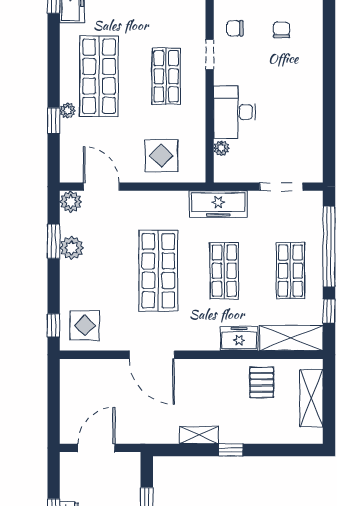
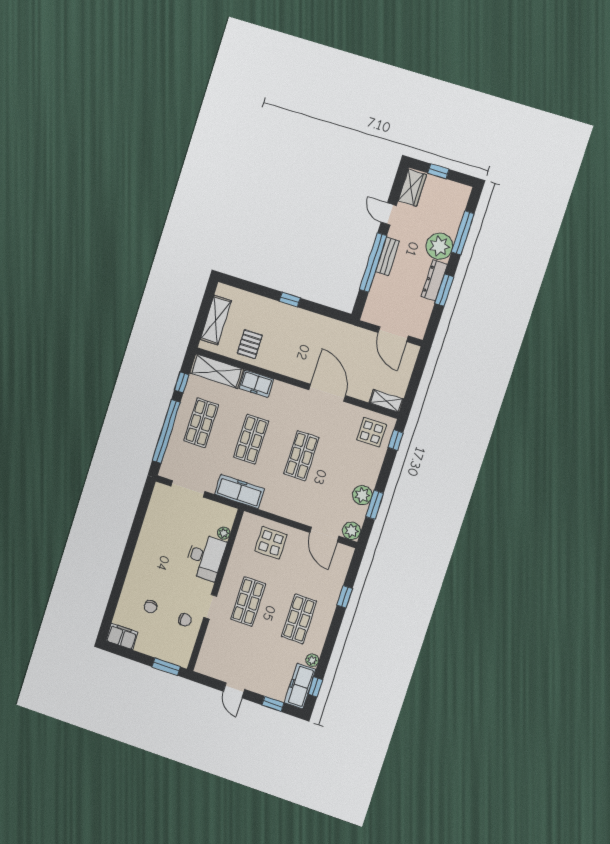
shop shelf: (99, 76) -> (299, 619), width x0.70, depth x0.74
plant: (68, 110) -> (312, 660), moved
shop shelf: (158, 271) -> (301, 456), width x0.70, depth x0.74
shelving: (199, 435) -> (386, 401), moved
door: (96, 448) -> (393, 334), hinge flipped

